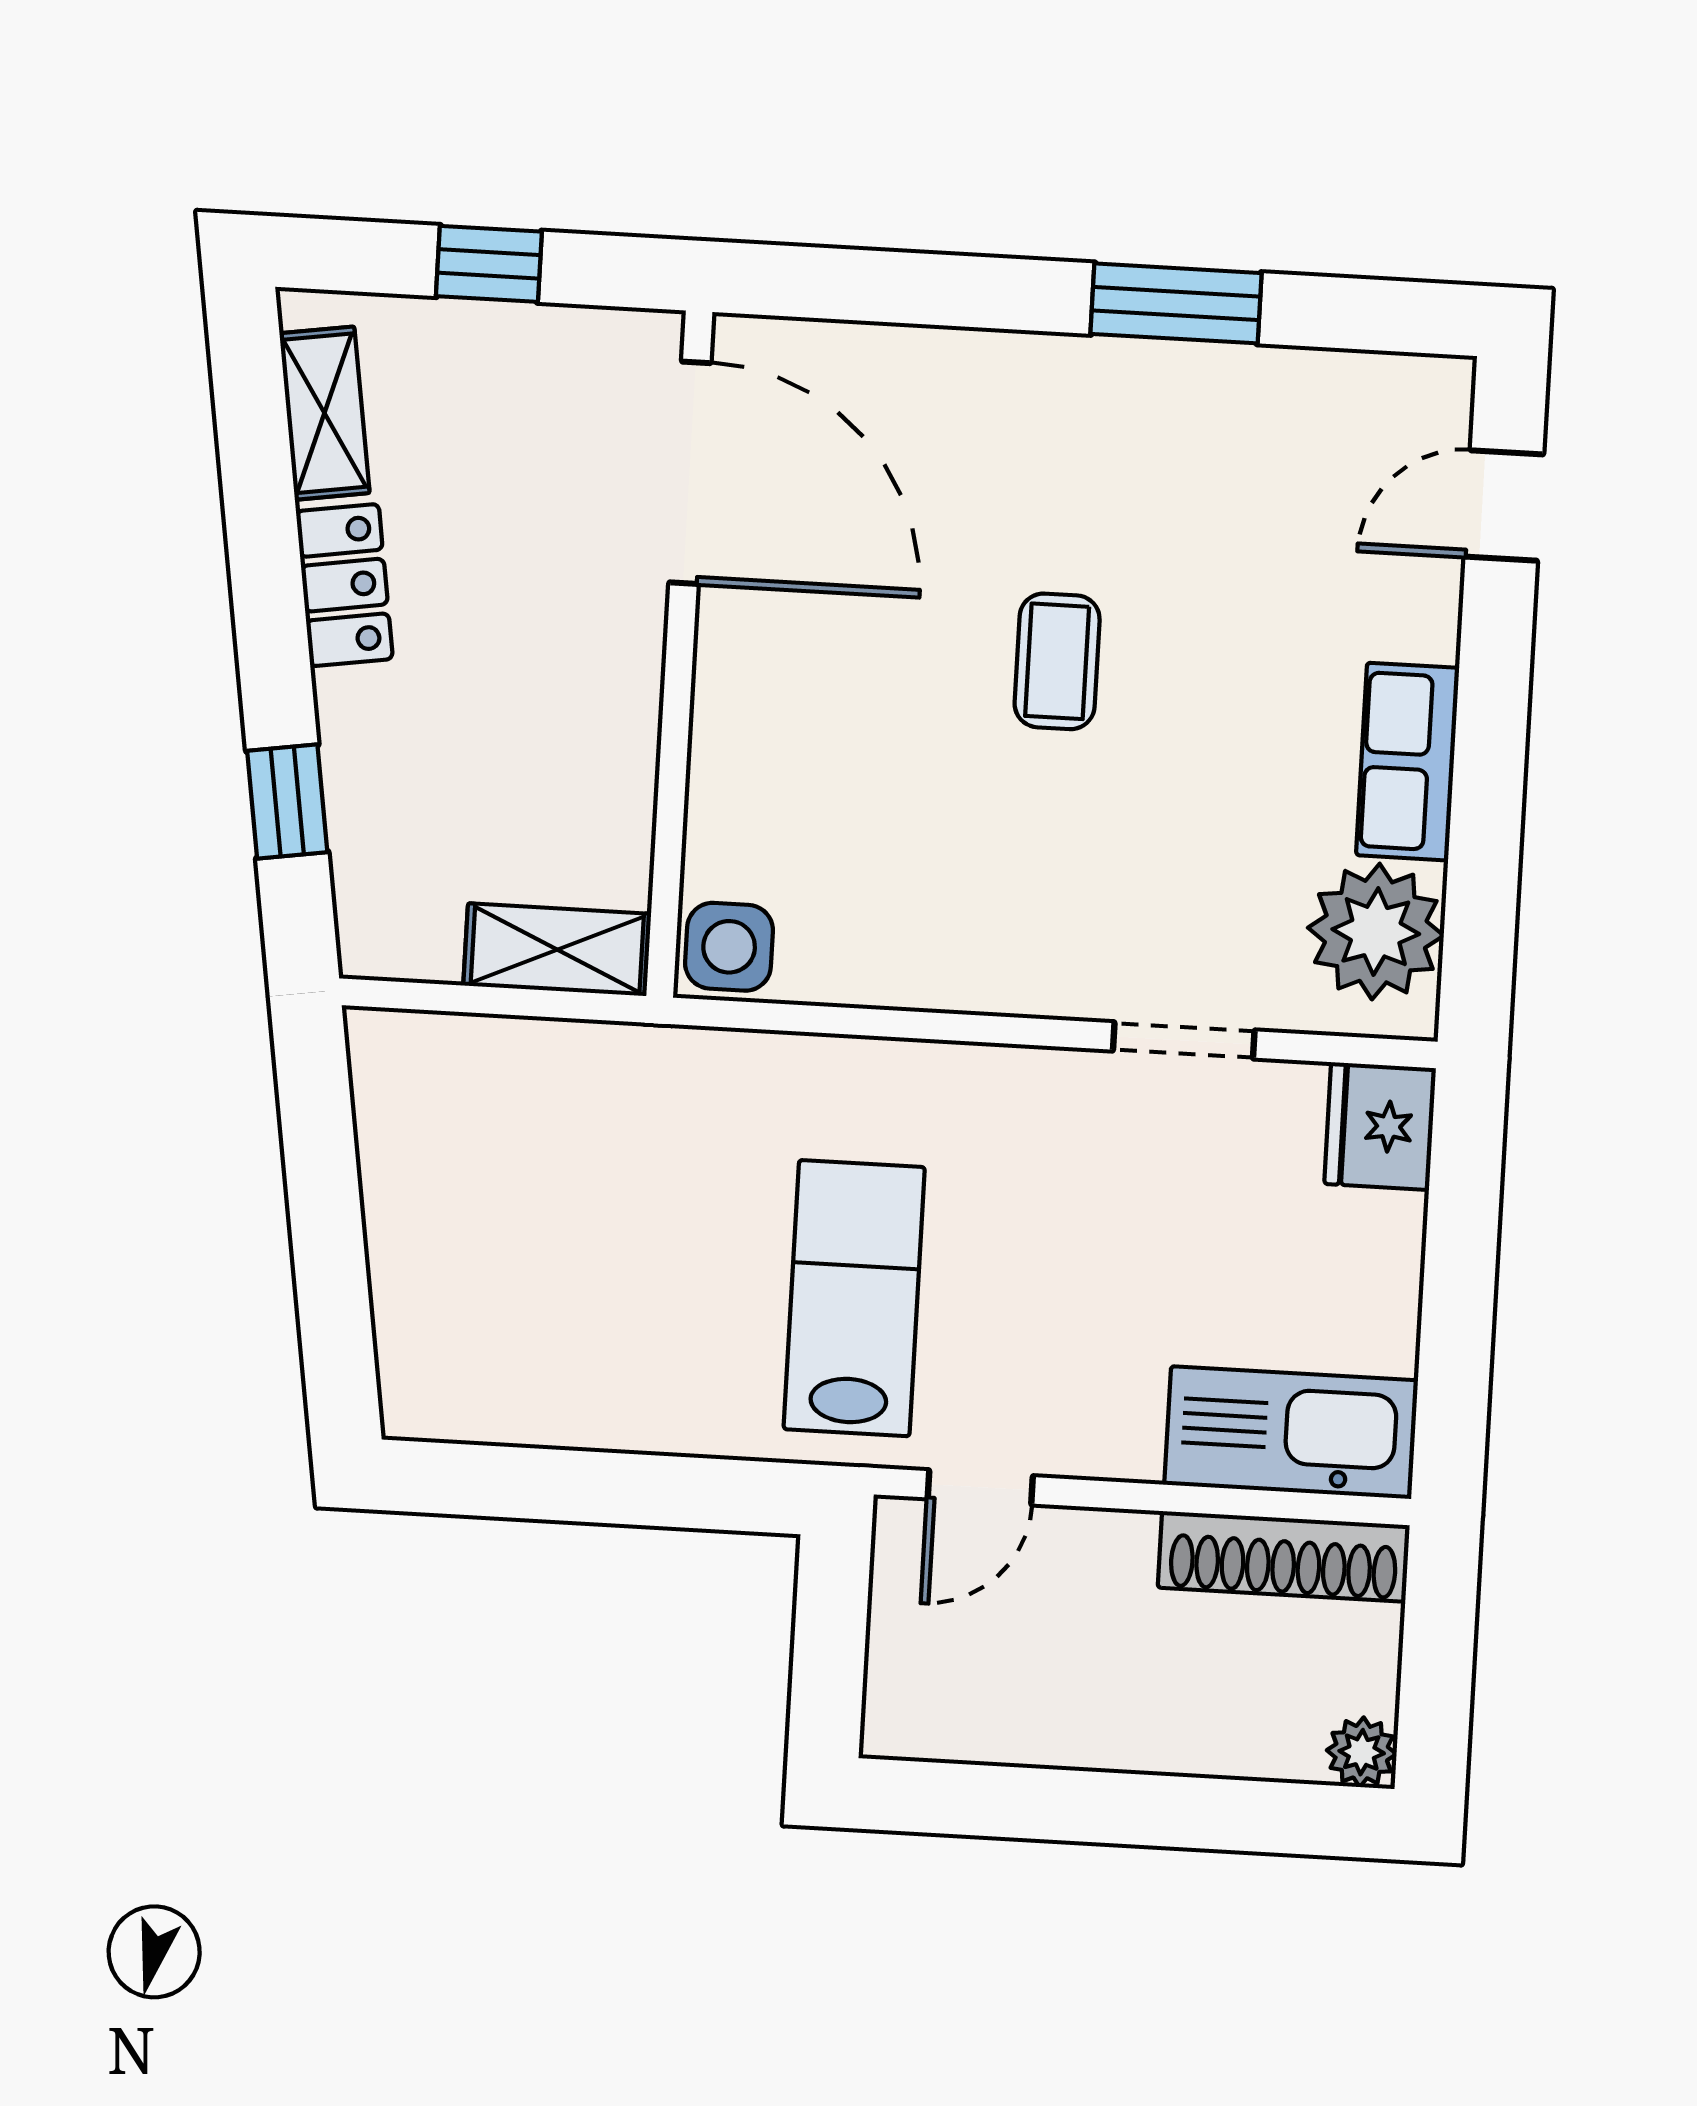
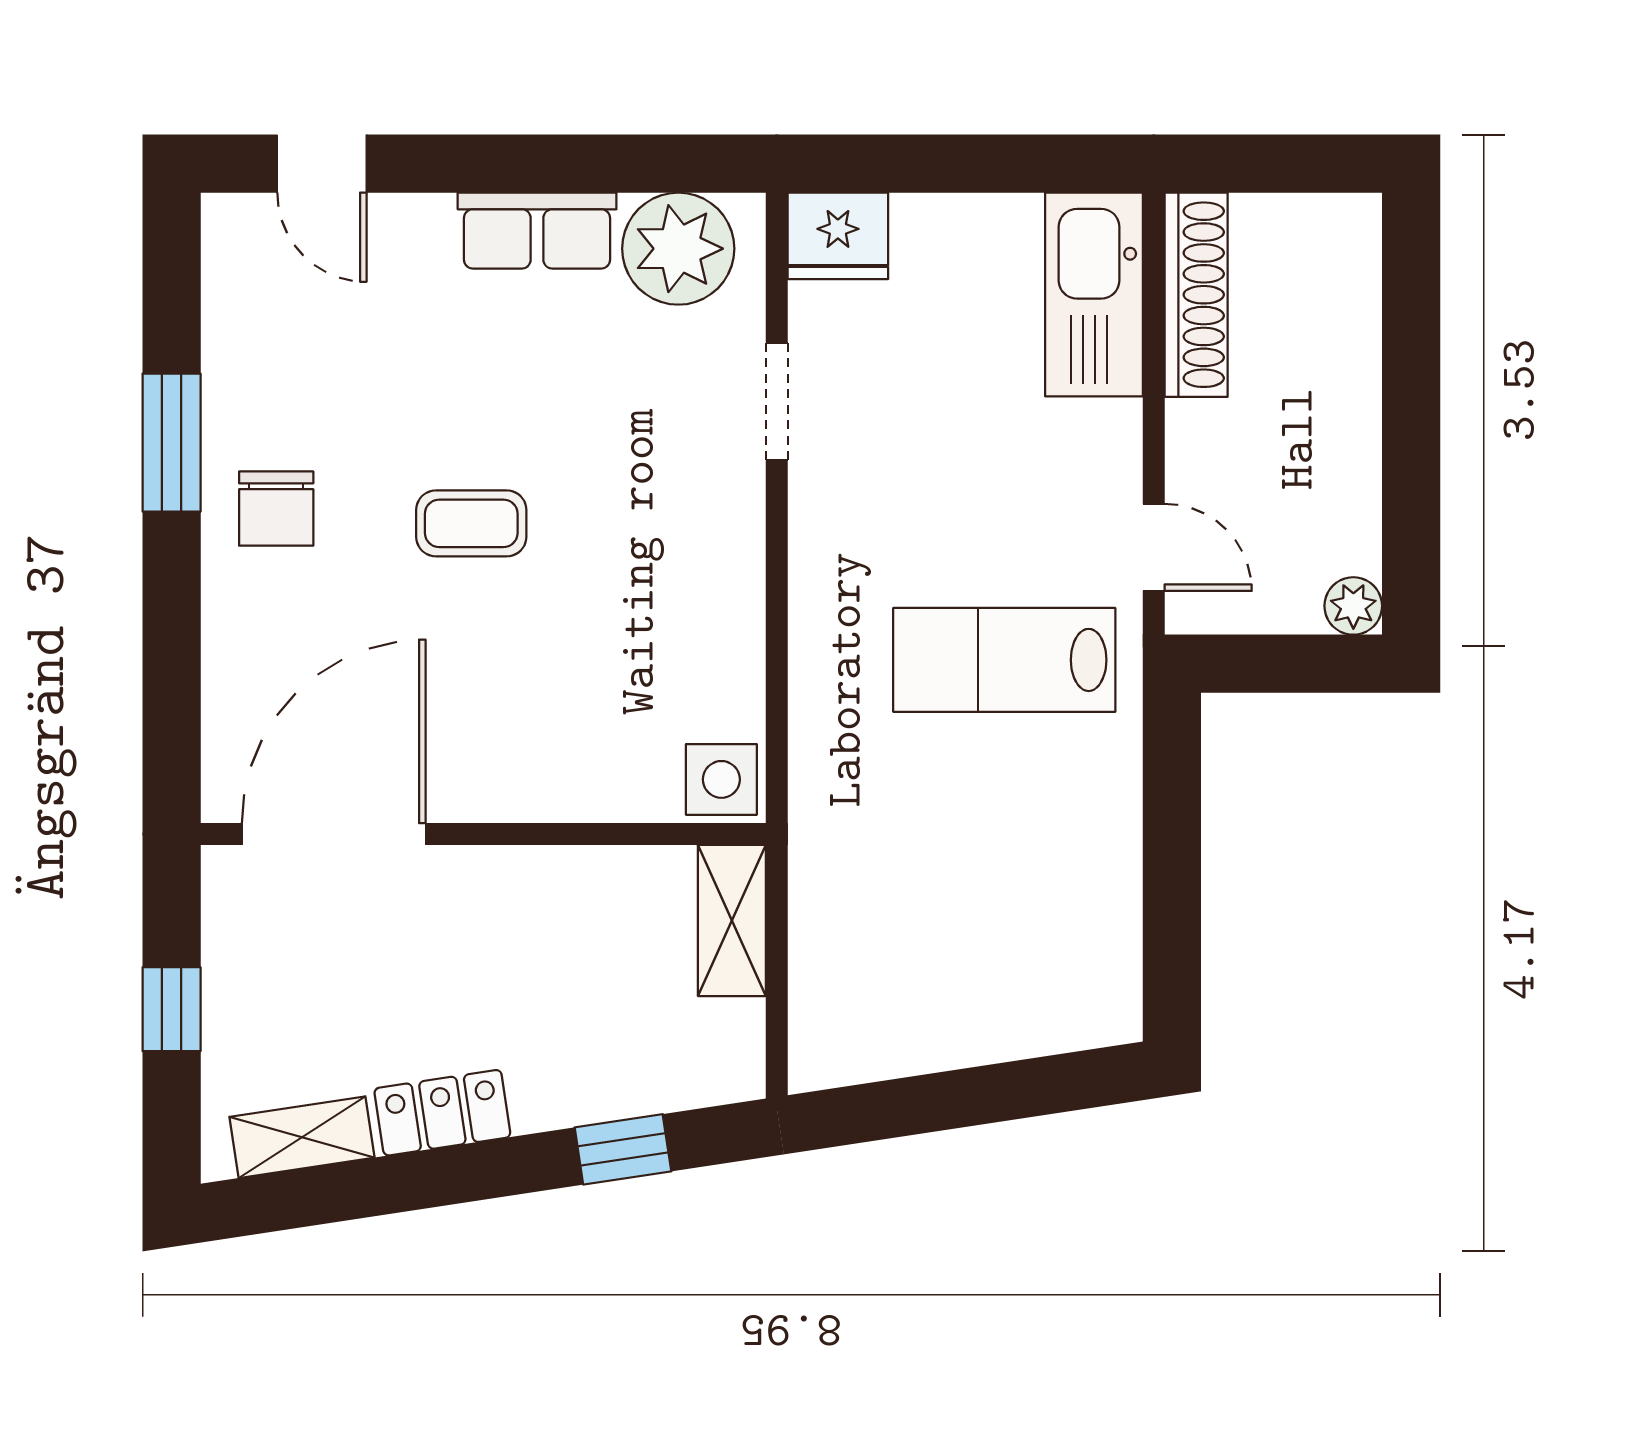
chair: (1089, 426) -> (276, 509), added
plant: (1362, 1752) -> (1353, 606), moved

